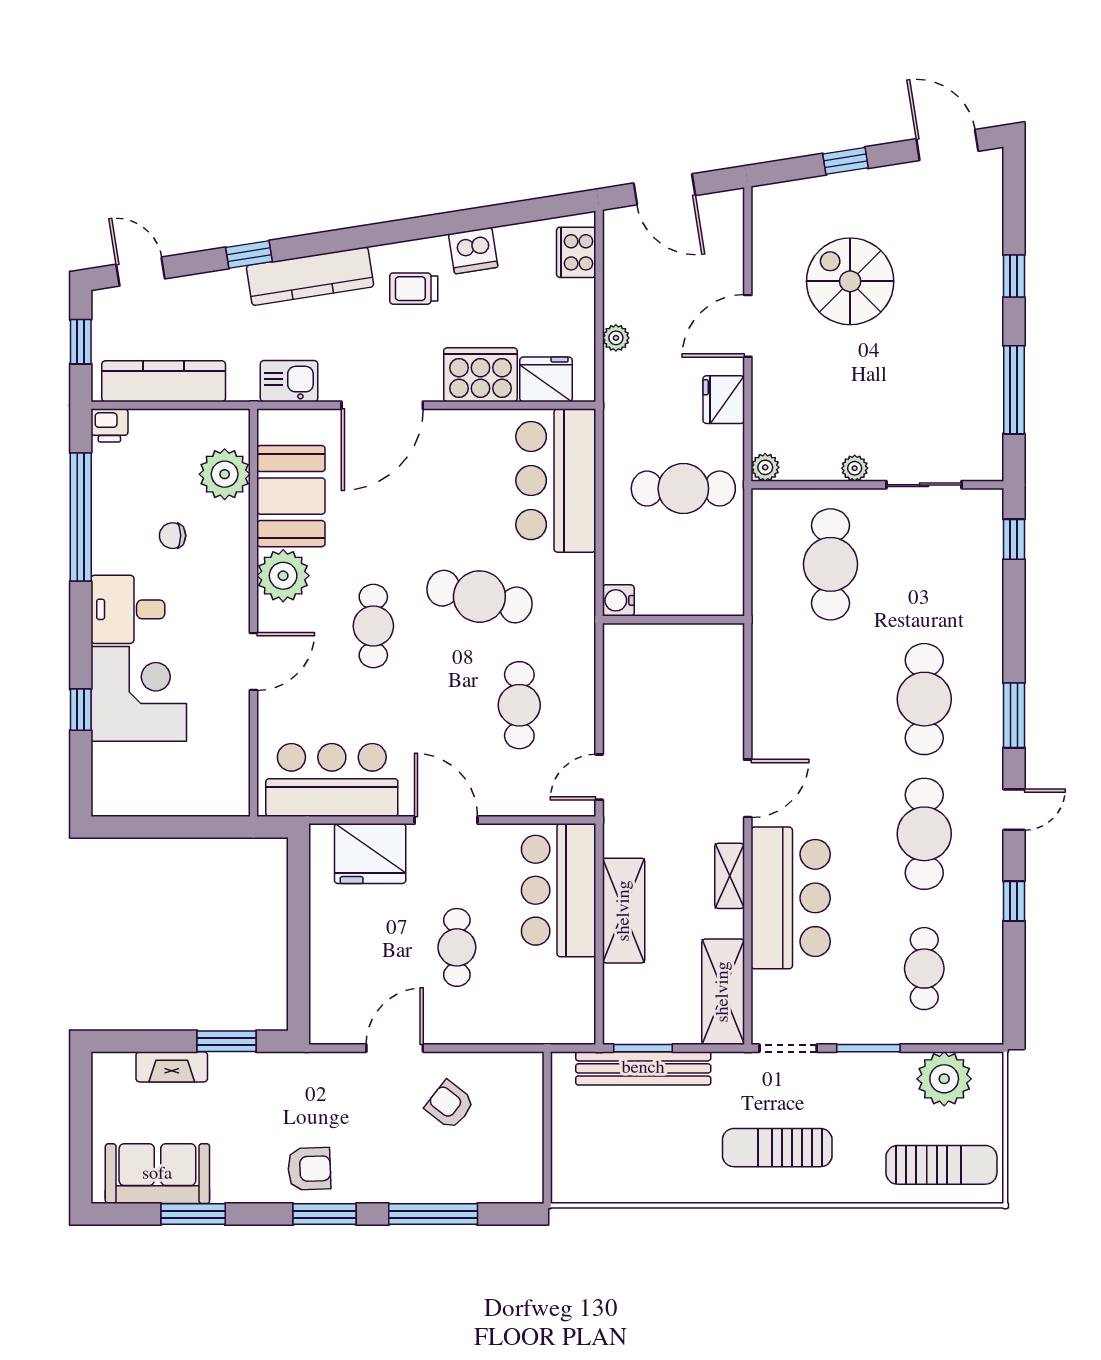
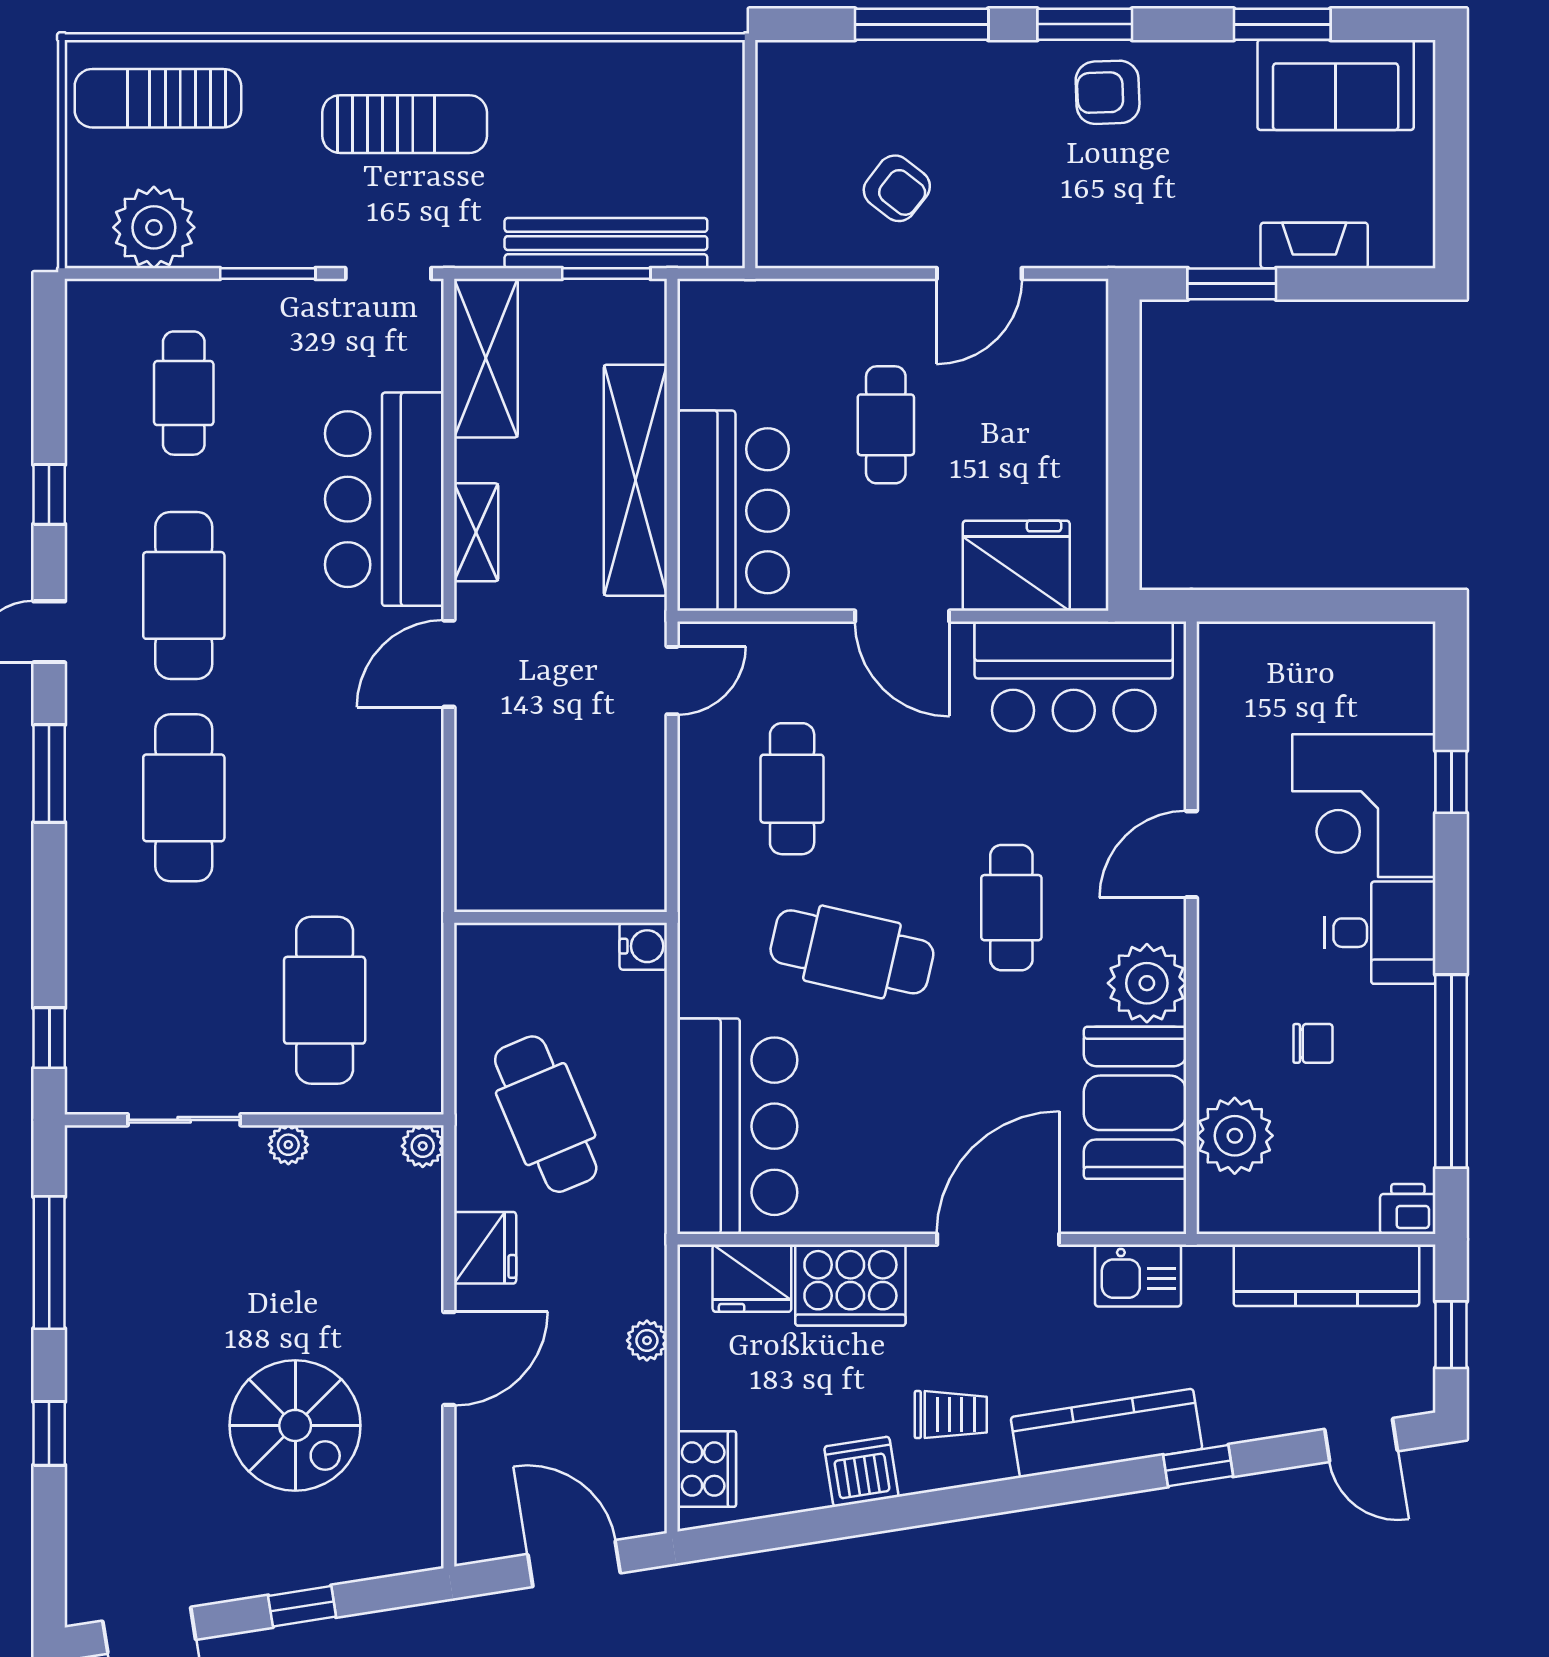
cafe table: (683, 489) -> (546, 1114), turned 67
shelving: (624, 911) -> (635, 480), width x1.47

